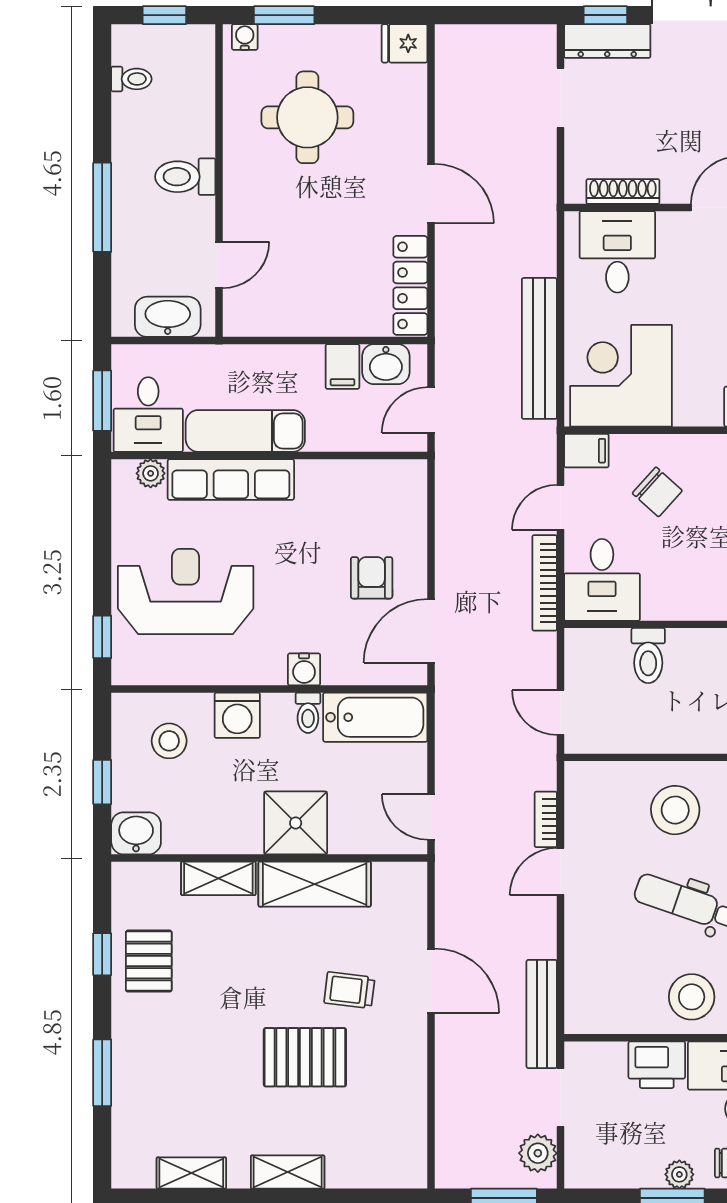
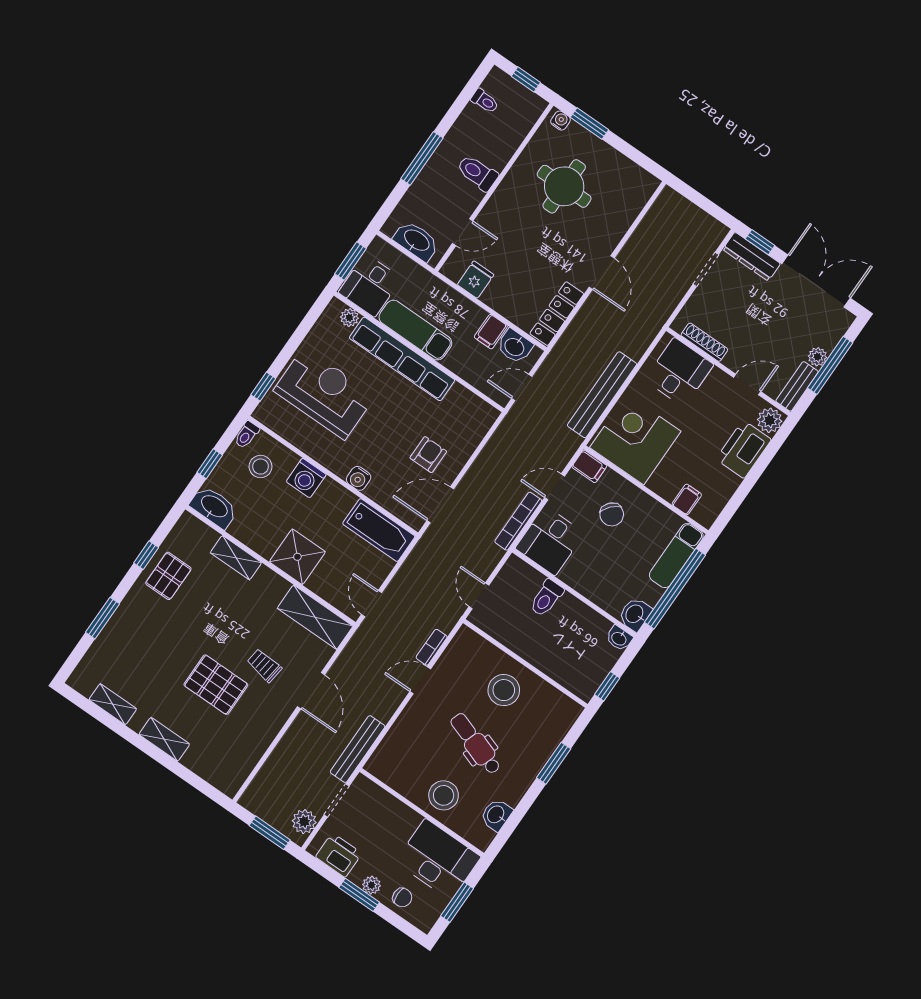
fridge: (405, 43) -> (476, 280), moved, turned 90
row of seats: (231, 479) -> (402, 359), width x1.36
toilet: (308, 713) -> (247, 435), moved
washbasin: (136, 833) -> (214, 507), width x1.38
shelving: (315, 884) -> (315, 617), moved
printer: (657, 1065) -> (339, 855), moved, turned 180

